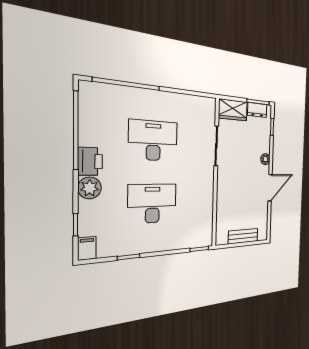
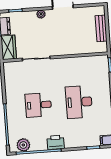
desk: (153, 141) -> (38, 105), width x0.73
plant: (90, 188) -> (23, 145), moved

